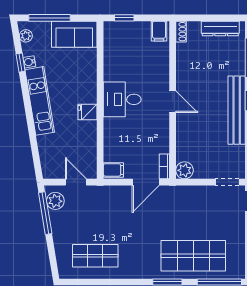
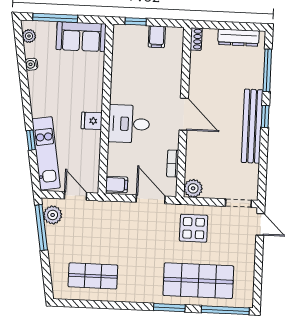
filing cabinet: (159, 31) -> (157, 37), moved
window: (21, 63) -> (31, 140), moved
desk: (122, 99) -> (129, 124), moved
kitchen unit: (40, 101) -> (46, 153), moved
door: (173, 102) -> (184, 114), width x1.38
bookcase: (164, 166) -> (173, 164), moved
door: (146, 182) -> (151, 199), swing flipped
display table: (187, 207) -> (194, 228), added

